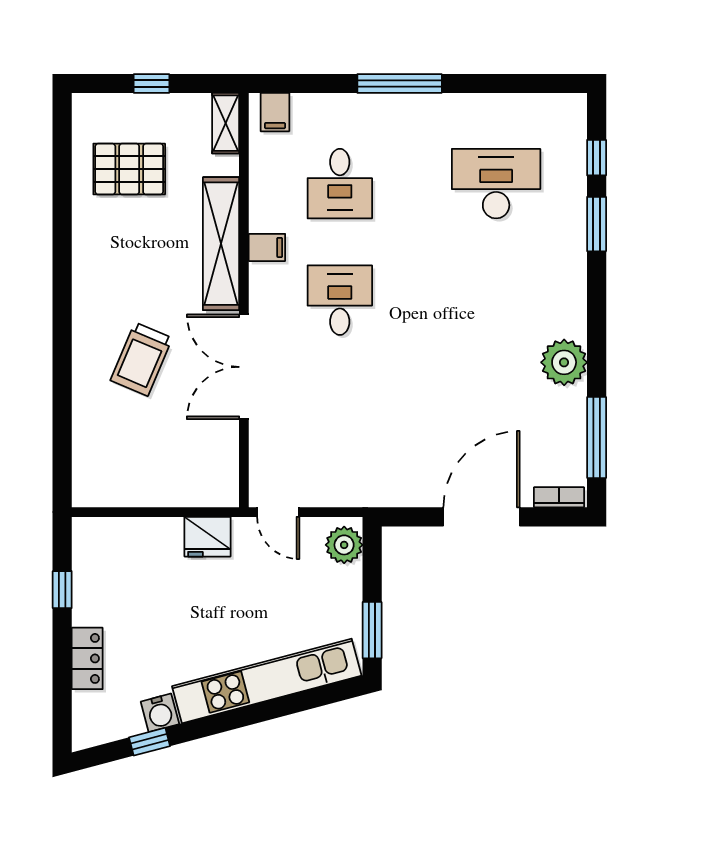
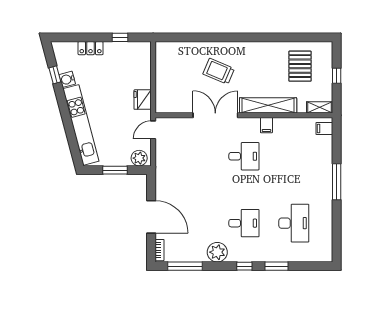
window: (597, 158) -> (244, 266), moved
desk: (340, 184) -> (244, 223), moved, turned 180
window: (372, 630) -> (115, 170), moved

